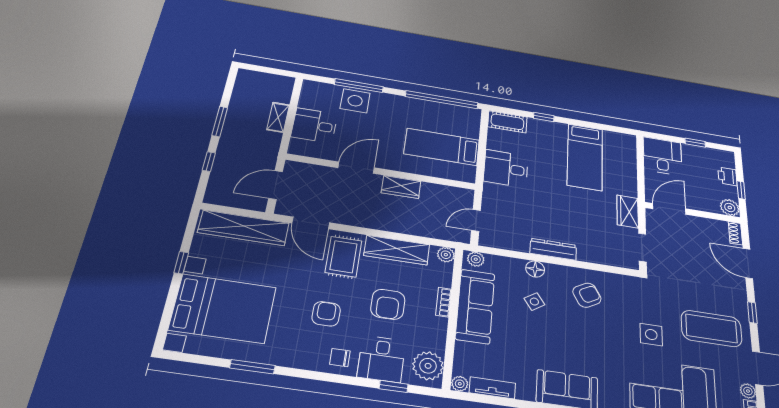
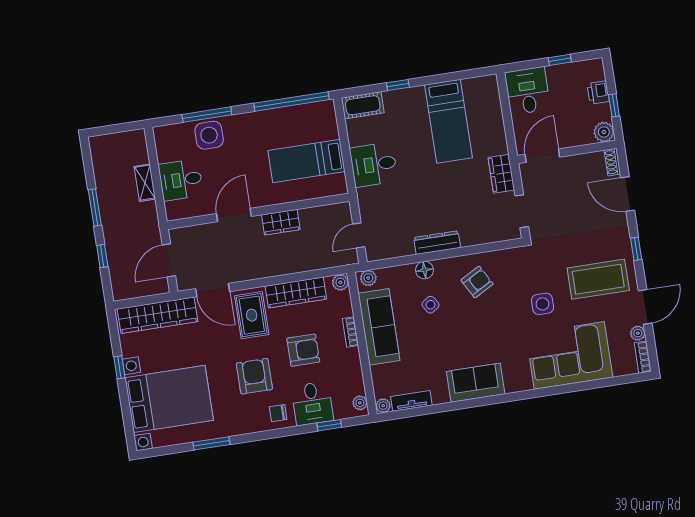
armchair: (388, 304) -> (303, 350), turned -90
armchair: (326, 314) -> (254, 376), width x1.38, depth x1.38
plant: (428, 366) -> (360, 403), width x0.53, depth x0.53

